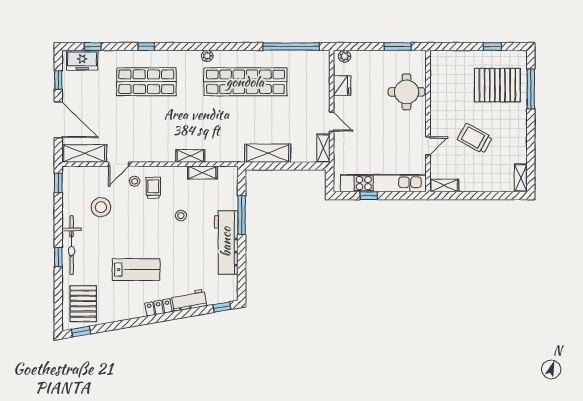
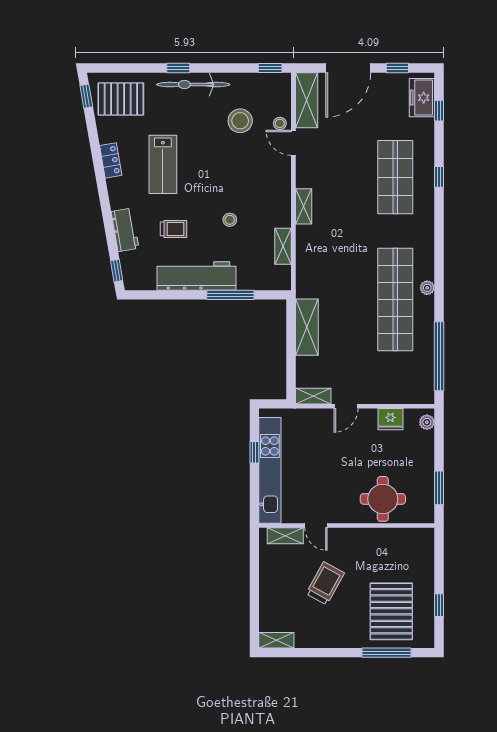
plant: (207, 56) -> (427, 288), moved
shelving: (190, 156) -> (304, 206), moved
stool: (135, 181) -> (280, 123), moved
shelving: (444, 185) -> (285, 536), moved, turned 90
trolley: (153, 188) -> (174, 229), moved
locker: (159, 307) -> (111, 160), moved

